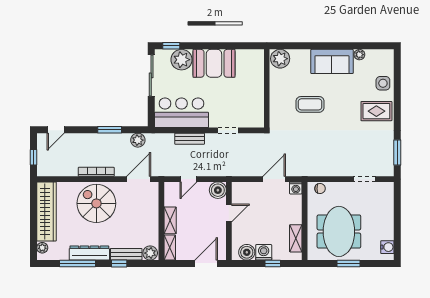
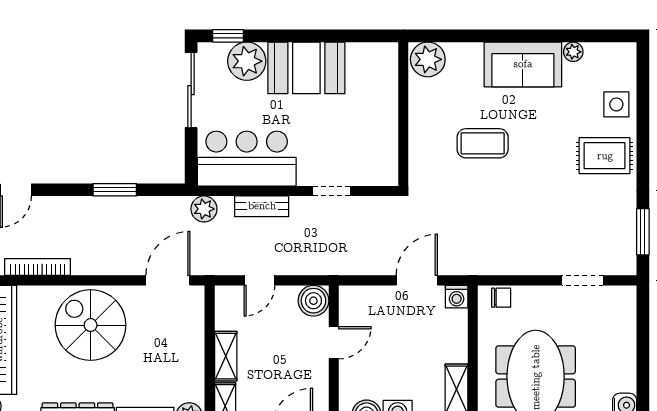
plant: (138, 140) -> (204, 209), moved
bookcase: (96, 172) -> (38, 267), moved

